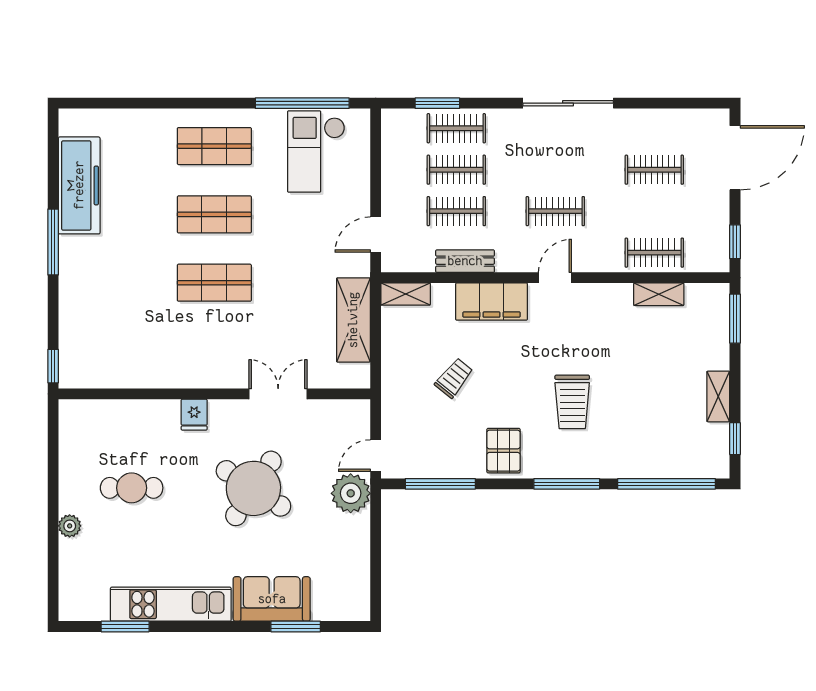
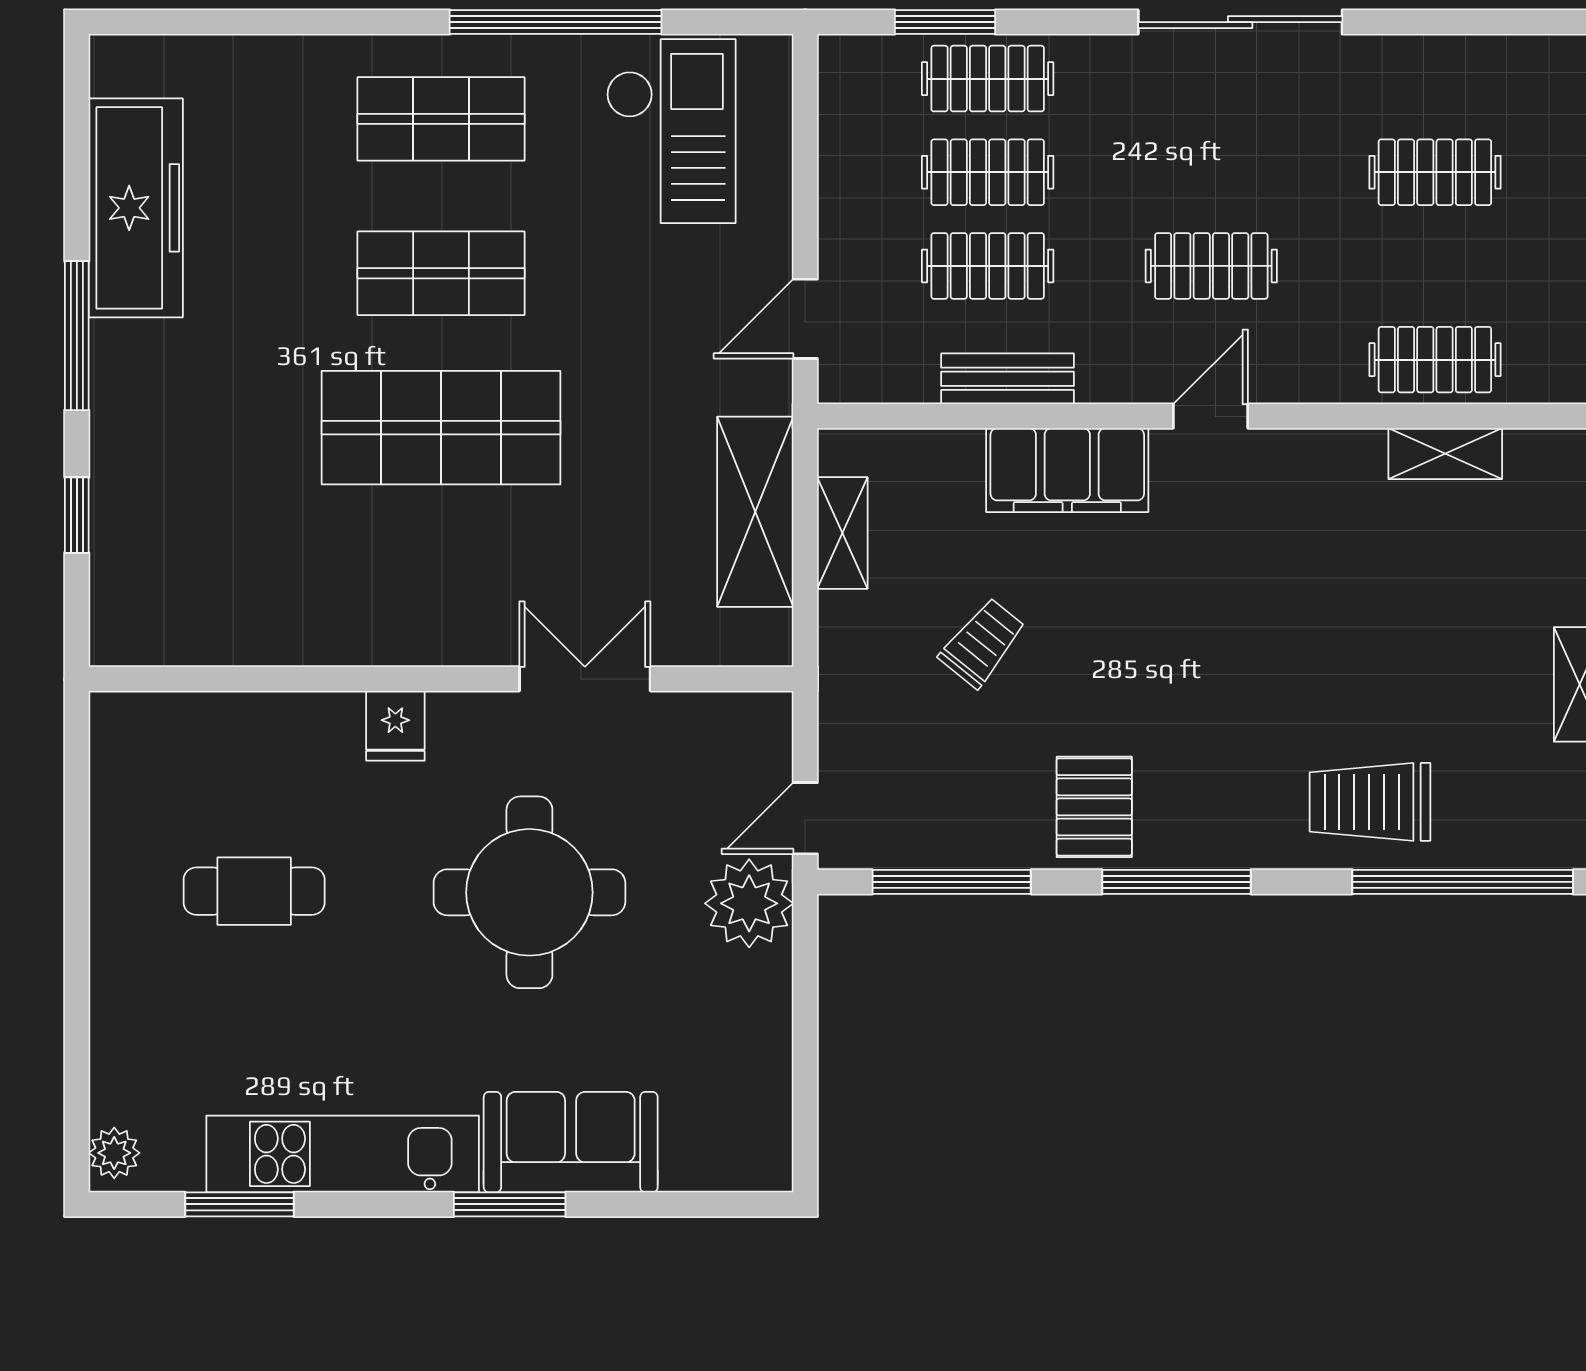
window: (302, 103) -> (556, 22), moved
checkout: (316, 152) -> (671, 131), turned 180
shop shelf: (214, 283) -> (441, 428), width x1.43, depth x1.36
shelving: (406, 294) -> (842, 533), moved, turned 90
window: (53, 366) -> (77, 515), moved
trolley: (572, 402) -> (1370, 802), moved, turned 90
window: (567, 484) -> (1176, 882), moved
round table: (253, 488) -> (529, 892), turned -33
plant: (70, 526) -> (114, 1153), moved
window: (296, 627) -> (510, 1204), moved

